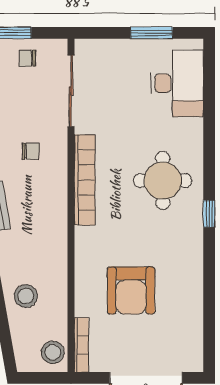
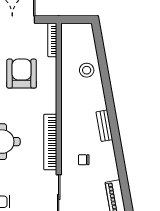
stool: (53, 352) -> (70, 35), removed

